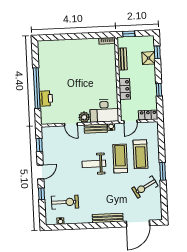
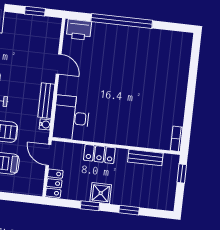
window: (157, 52) -> (129, 210), moved
shower: (149, 58) -> (101, 193), moved
printer: (46, 98) -> (79, 30), moved
plant: (84, 117) -> (66, 86), removed
door: (71, 124) -> (59, 64), swing flipped

